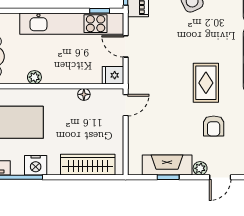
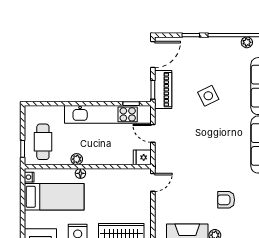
rug: (206, 83) -> (220, 164), removed
floor lamp: (84, 94) -> (80, 173), moved
armchair: (214, 126) -> (226, 200), turned 90

